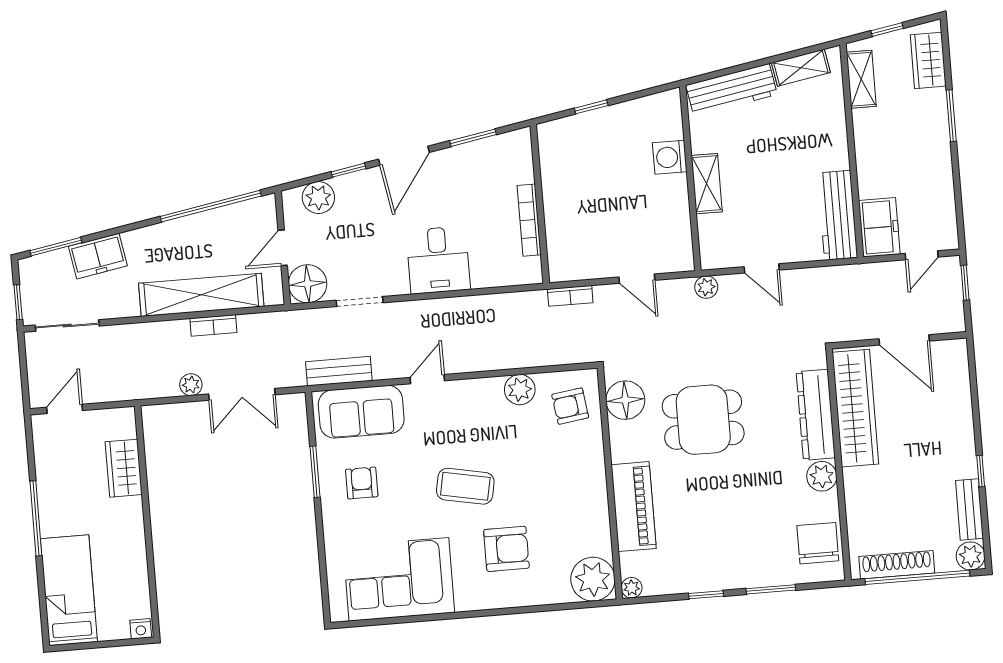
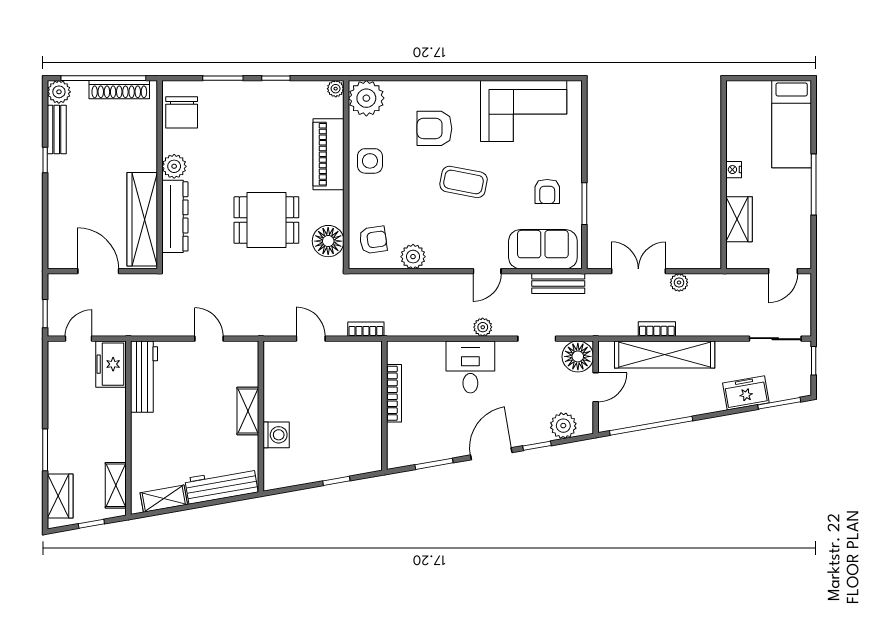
plant: (706, 287) -> (483, 327), moved
side table: (582, 503) -> (370, 161), added
nightstand: (141, 629) -> (734, 170), moved, turned -90

